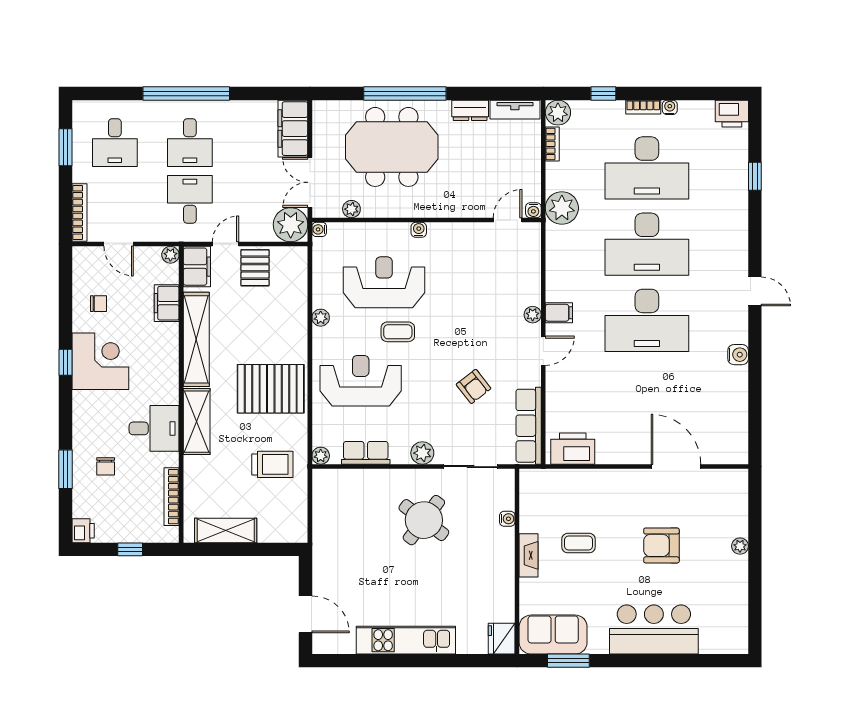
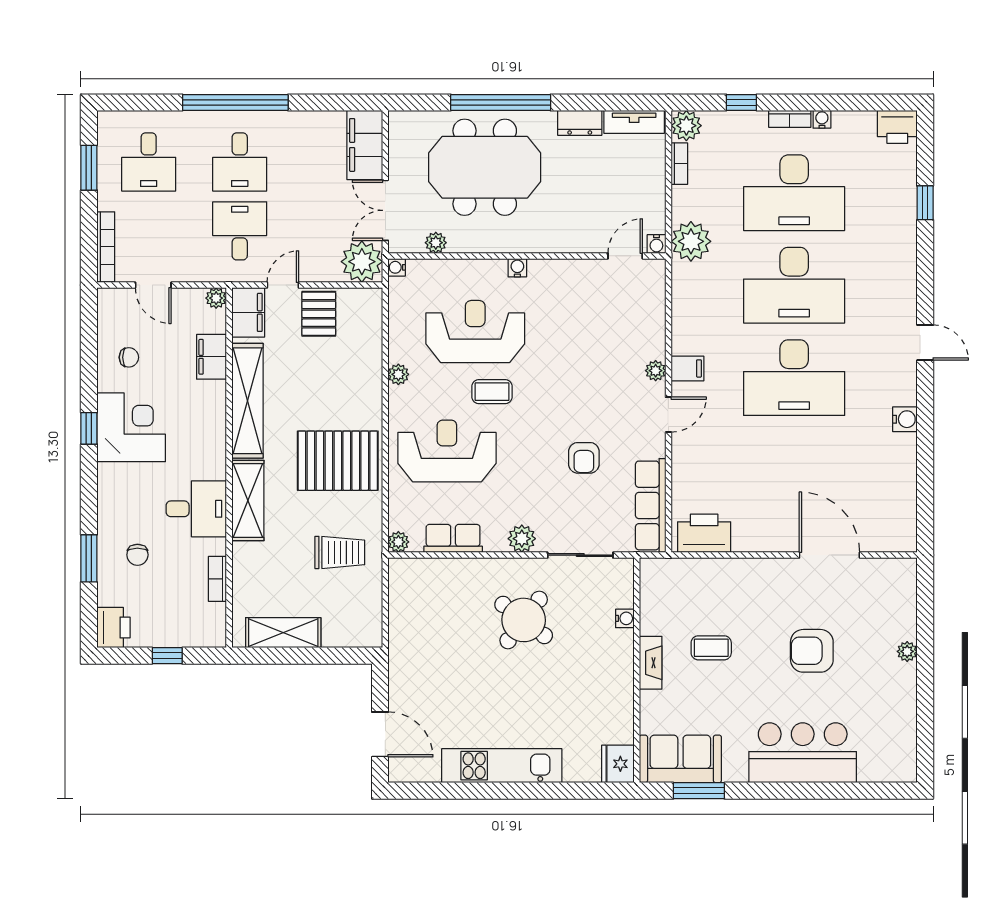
armchair: (474, 386) -> (584, 458), turned 38
bookcase: (172, 497) -> (217, 579), width x0.64
printer: (83, 531) -> (113, 628), width x1.36, depth x1.24

